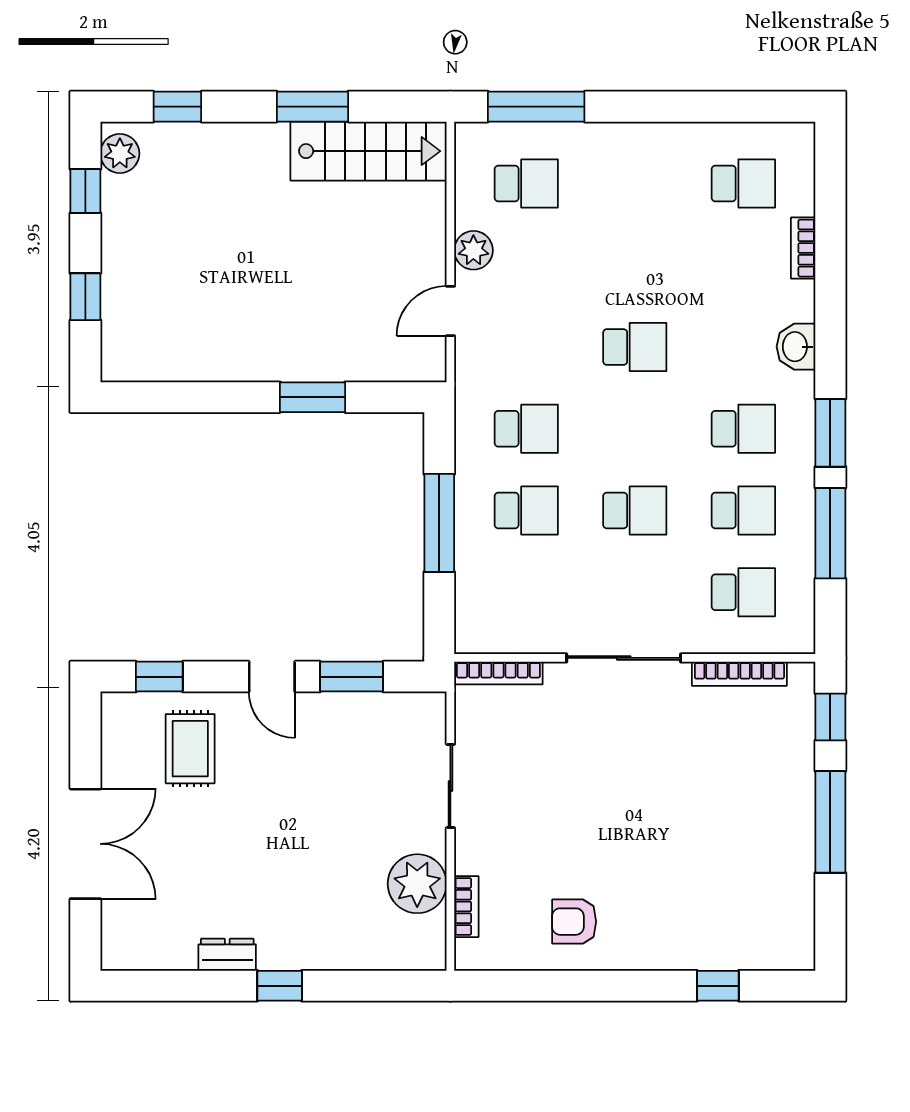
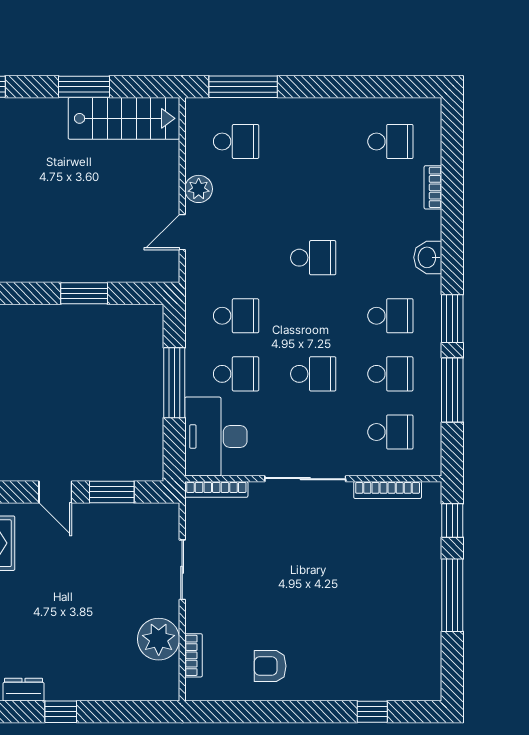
desk: (498, 599) -> (216, 437), added

